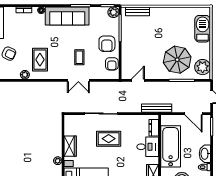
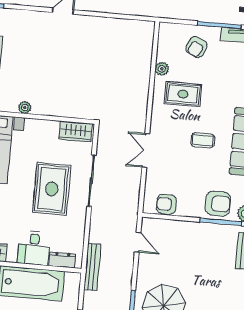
armchair: (107, 44) -> (218, 204), moved, turned 180
coffee table: (79, 57) -> (203, 140), moved
rug: (109, 139) -> (52, 189), width x1.36, depth x1.43
wardrobe: (70, 146) -> (76, 131), moved

